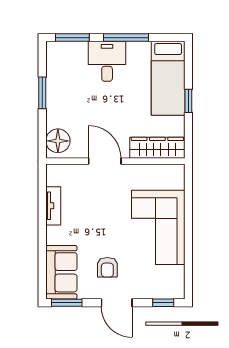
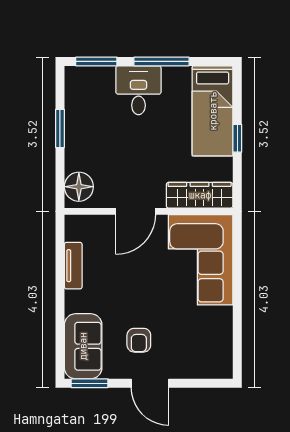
door: (105, 161) -> (136, 211), swing flipped
corner sofa: (158, 227) -> (201, 260), moved
window: (163, 303) -> (207, 383), removed

